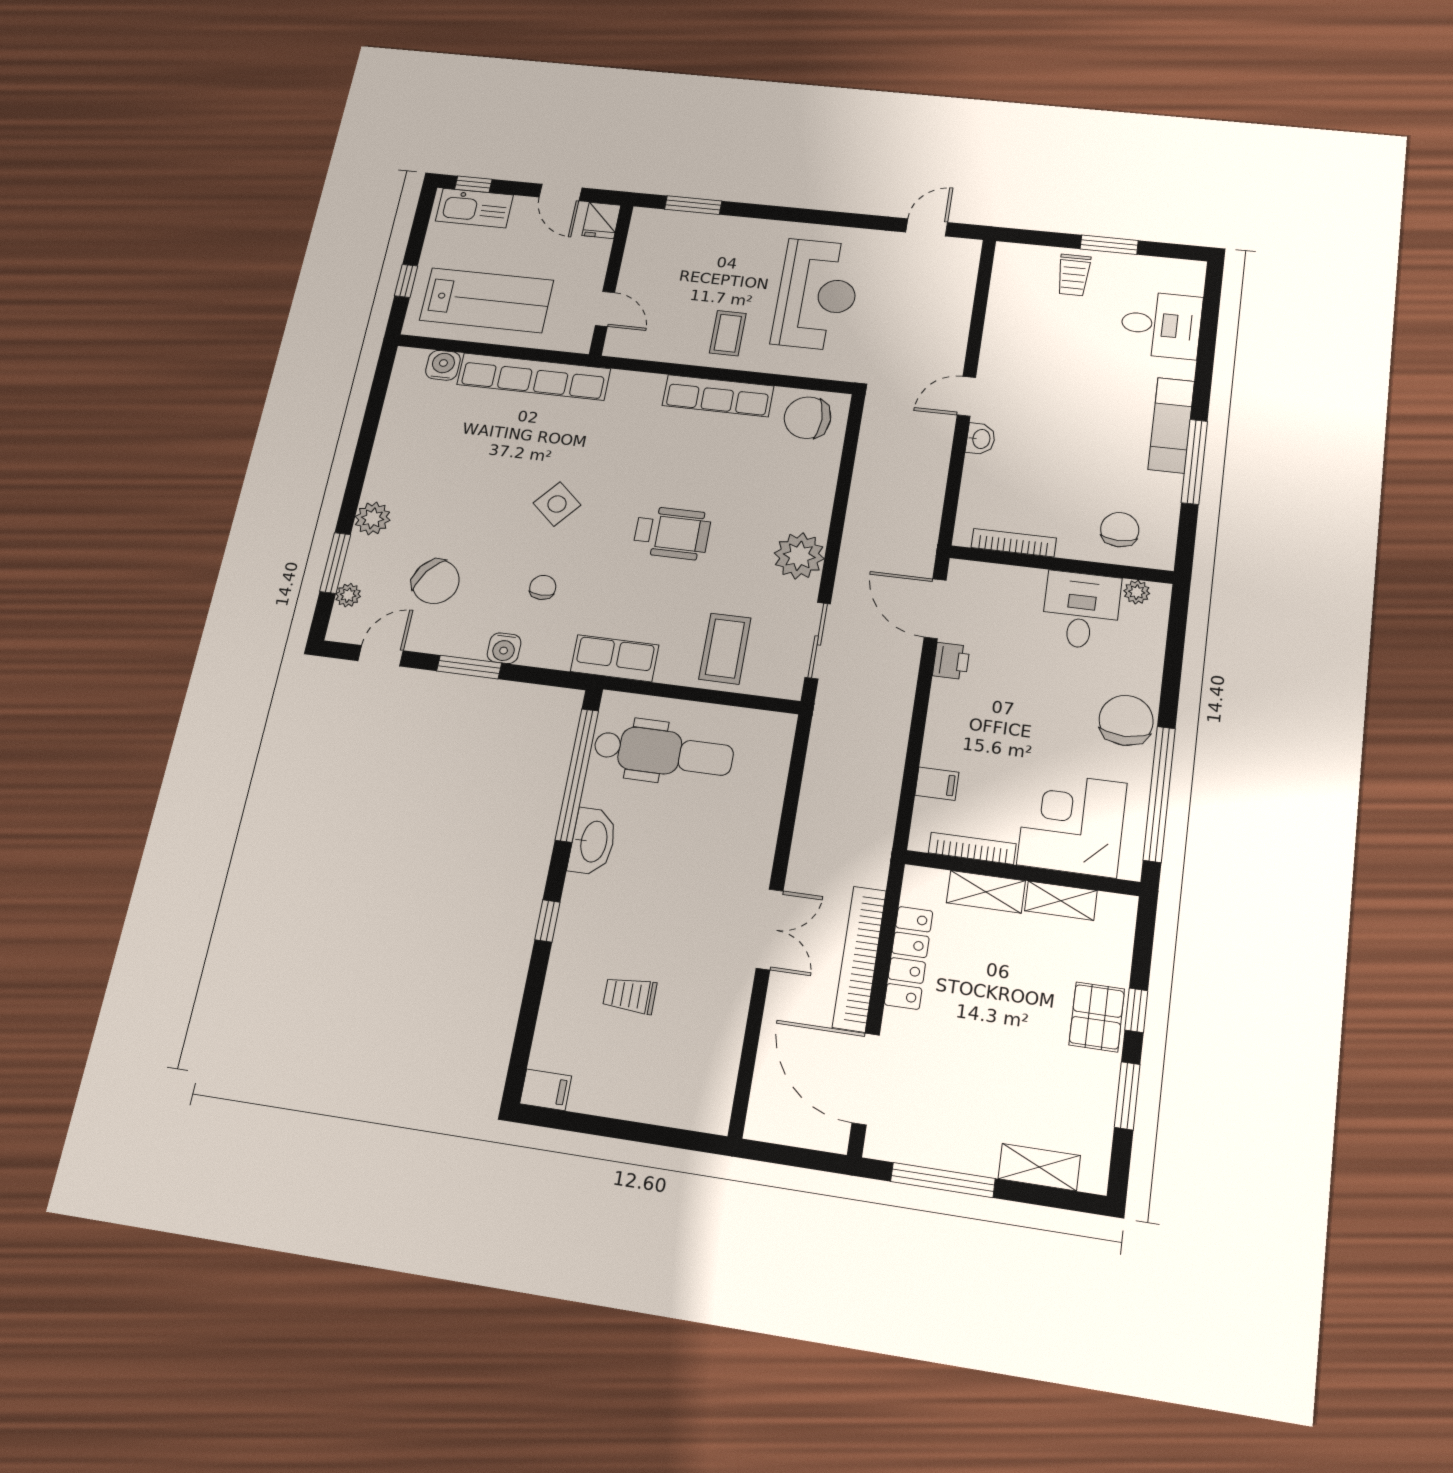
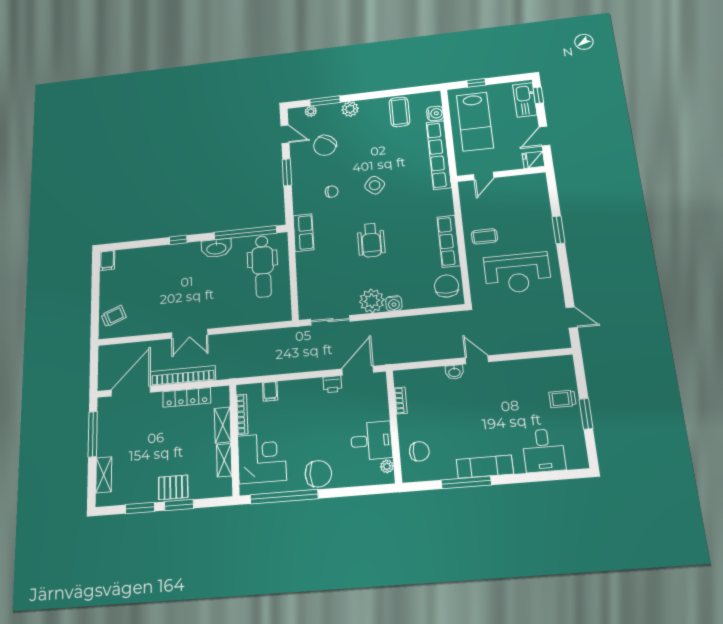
window: (693, 205) -> (559, 230), moved
bookcase: (1014, 543) -> (401, 400), width x0.64
water cooler: (504, 648) -> (394, 303), moved, turned -90
coffee table: (725, 649) -> (399, 112), moved, turned 90
trolley: (630, 995) -> (114, 316), moved, turned 68
window: (1136, 1010) -> (179, 505), width x1.50

